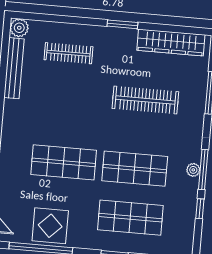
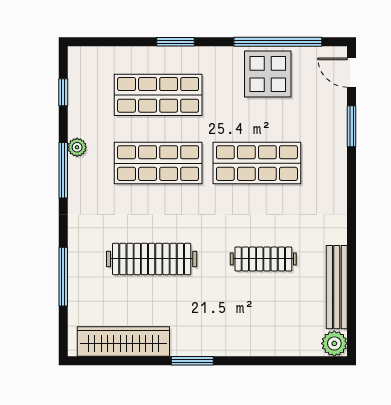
clothes rail: (68, 53) -> (263, 259), moved
plant: (193, 170) -> (77, 147), moved
window: (200, 209) -> (63, 92), moved

